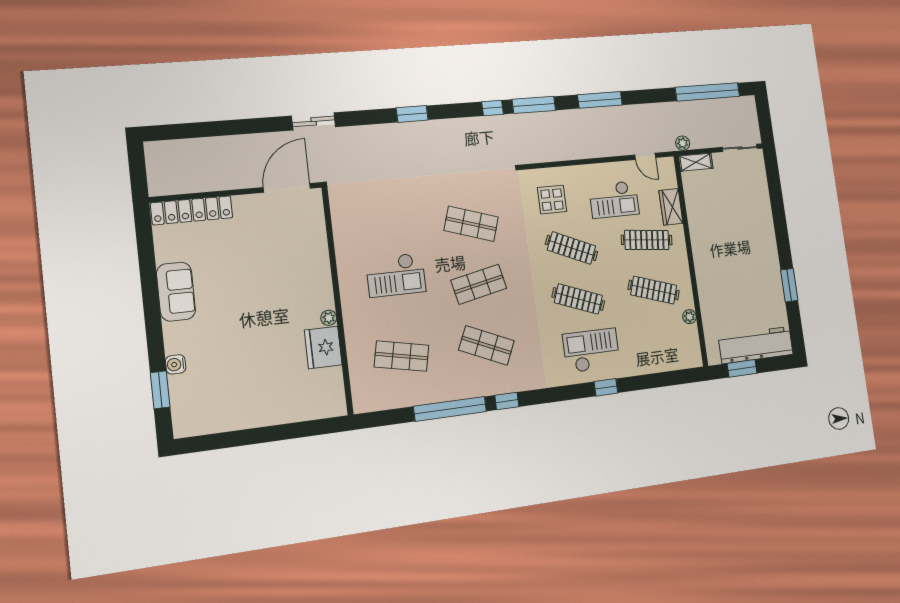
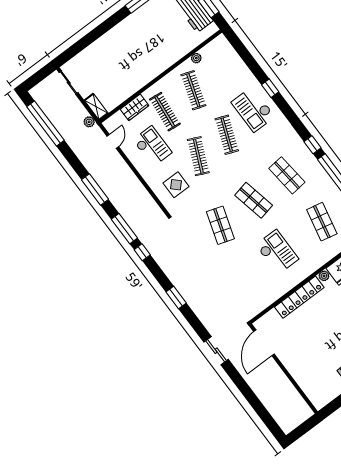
door: (287, 188) -> (264, 343), hinge flipped
locker: (192, 210) -> (299, 297), moved, turned 90
shop shelf: (487, 345) -> (287, 175), turned -30

